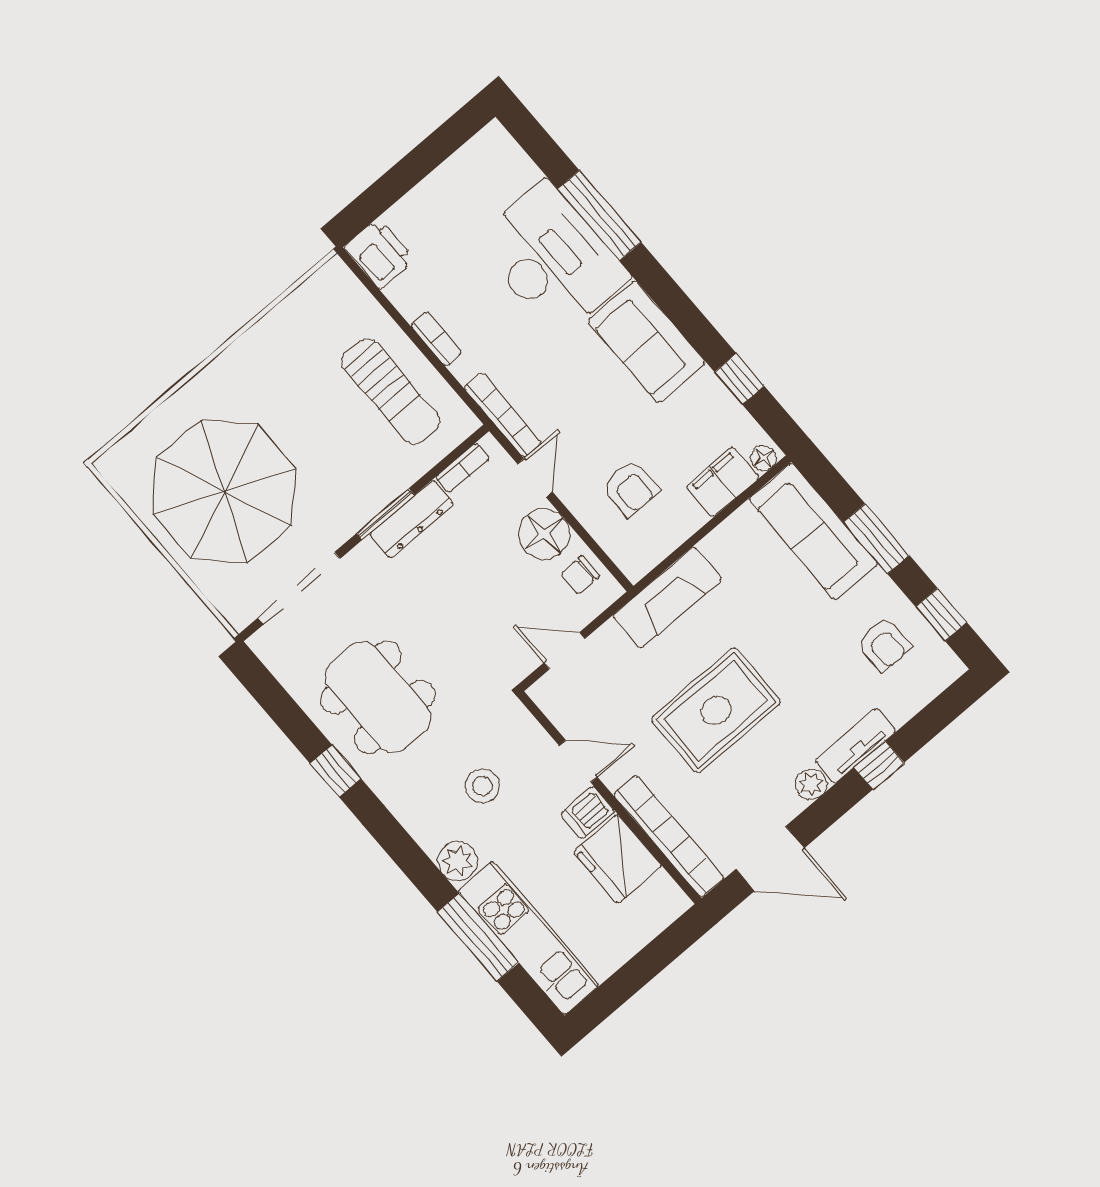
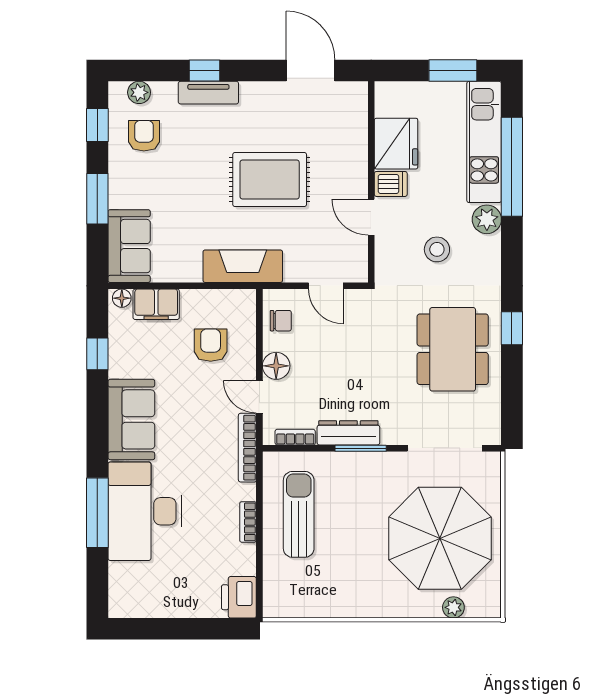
plant: (150, 432) -> (453, 607), added
door: (535, 478) -> (259, 397), hinge flipped
sofa: (813, 532) -> (129, 246), width x0.73
floor lamp: (544, 534) -> (276, 366), width x0.73, depth x0.73
plant: (811, 784) -> (139, 92), moved
bookcase: (669, 836) -> (357, 132), removed
window: (478, 937) -> (512, 167), width x1.46
window: (624, 984) -> (453, 70), added

